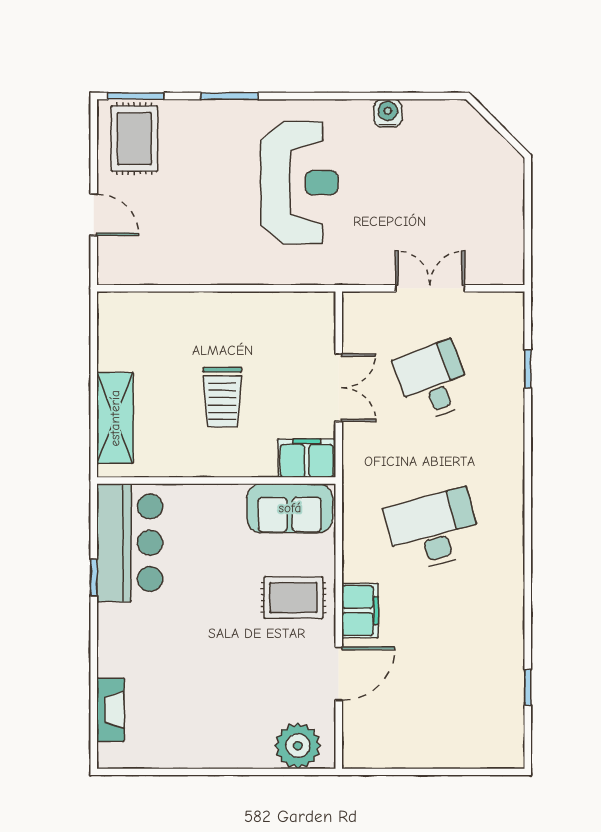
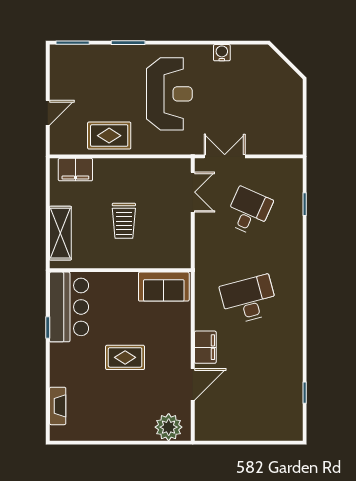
rug: (134, 139) -> (109, 136), moved, turned 90
door: (94, 215) -> (48, 113), hinge flipped
double door: (430, 288) -> (225, 156), moved
desk: (433, 381) -> (249, 211), turned 45
double door: (339, 388) -> (193, 192), moved
filing cabinet: (307, 458) -> (75, 170), moved, turned 180
rug: (293, 598) -> (125, 357), moved

